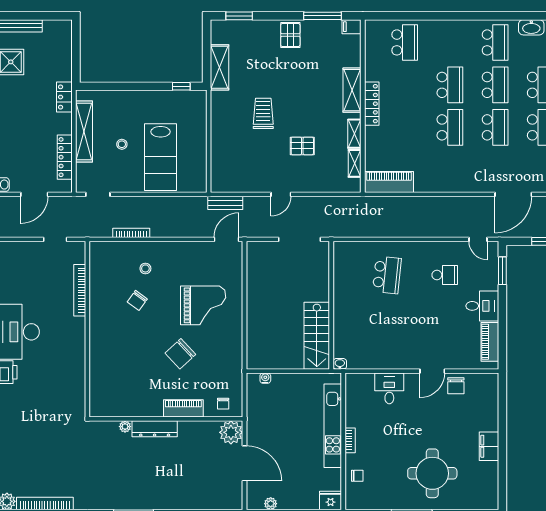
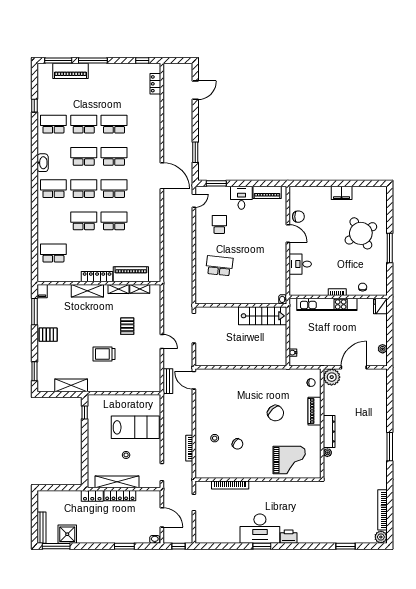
locker: (65, 157) -> (120, 496), moved
piano: (389, 182) -> (131, 274), moved, turned 90
grand piano: (203, 305) -> (289, 460), moved, turned 90
round table: (432, 473) -> (361, 233), turned -30

